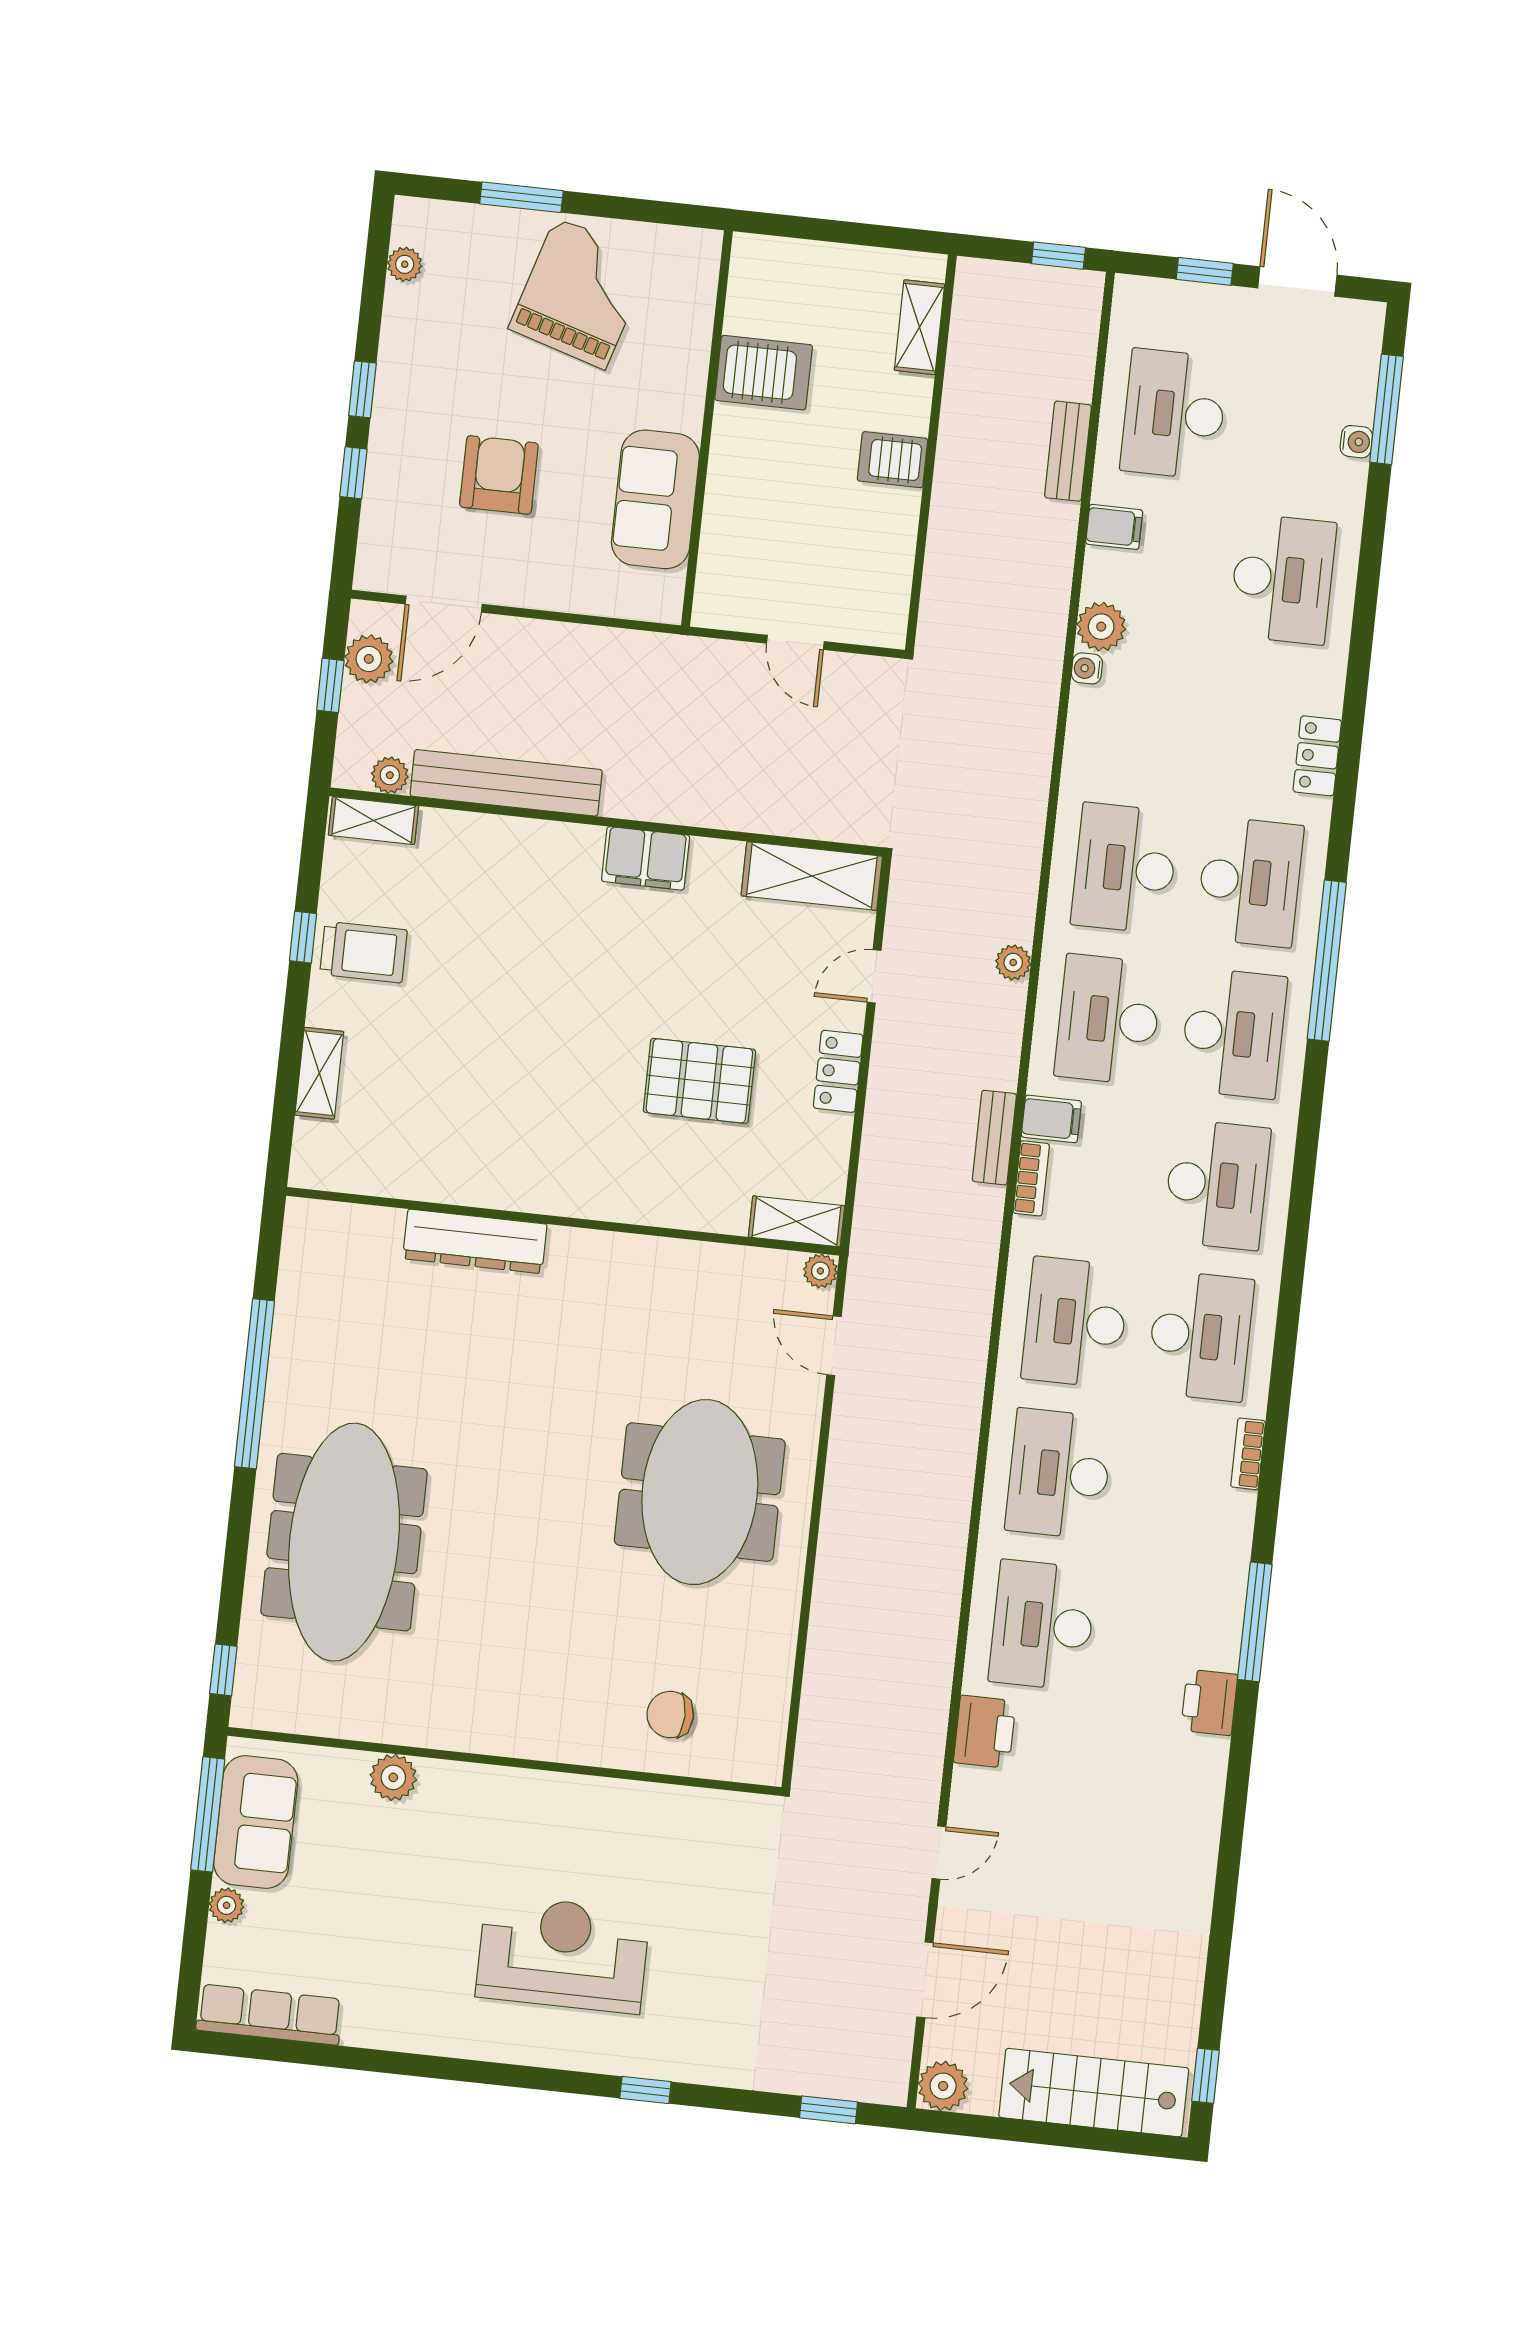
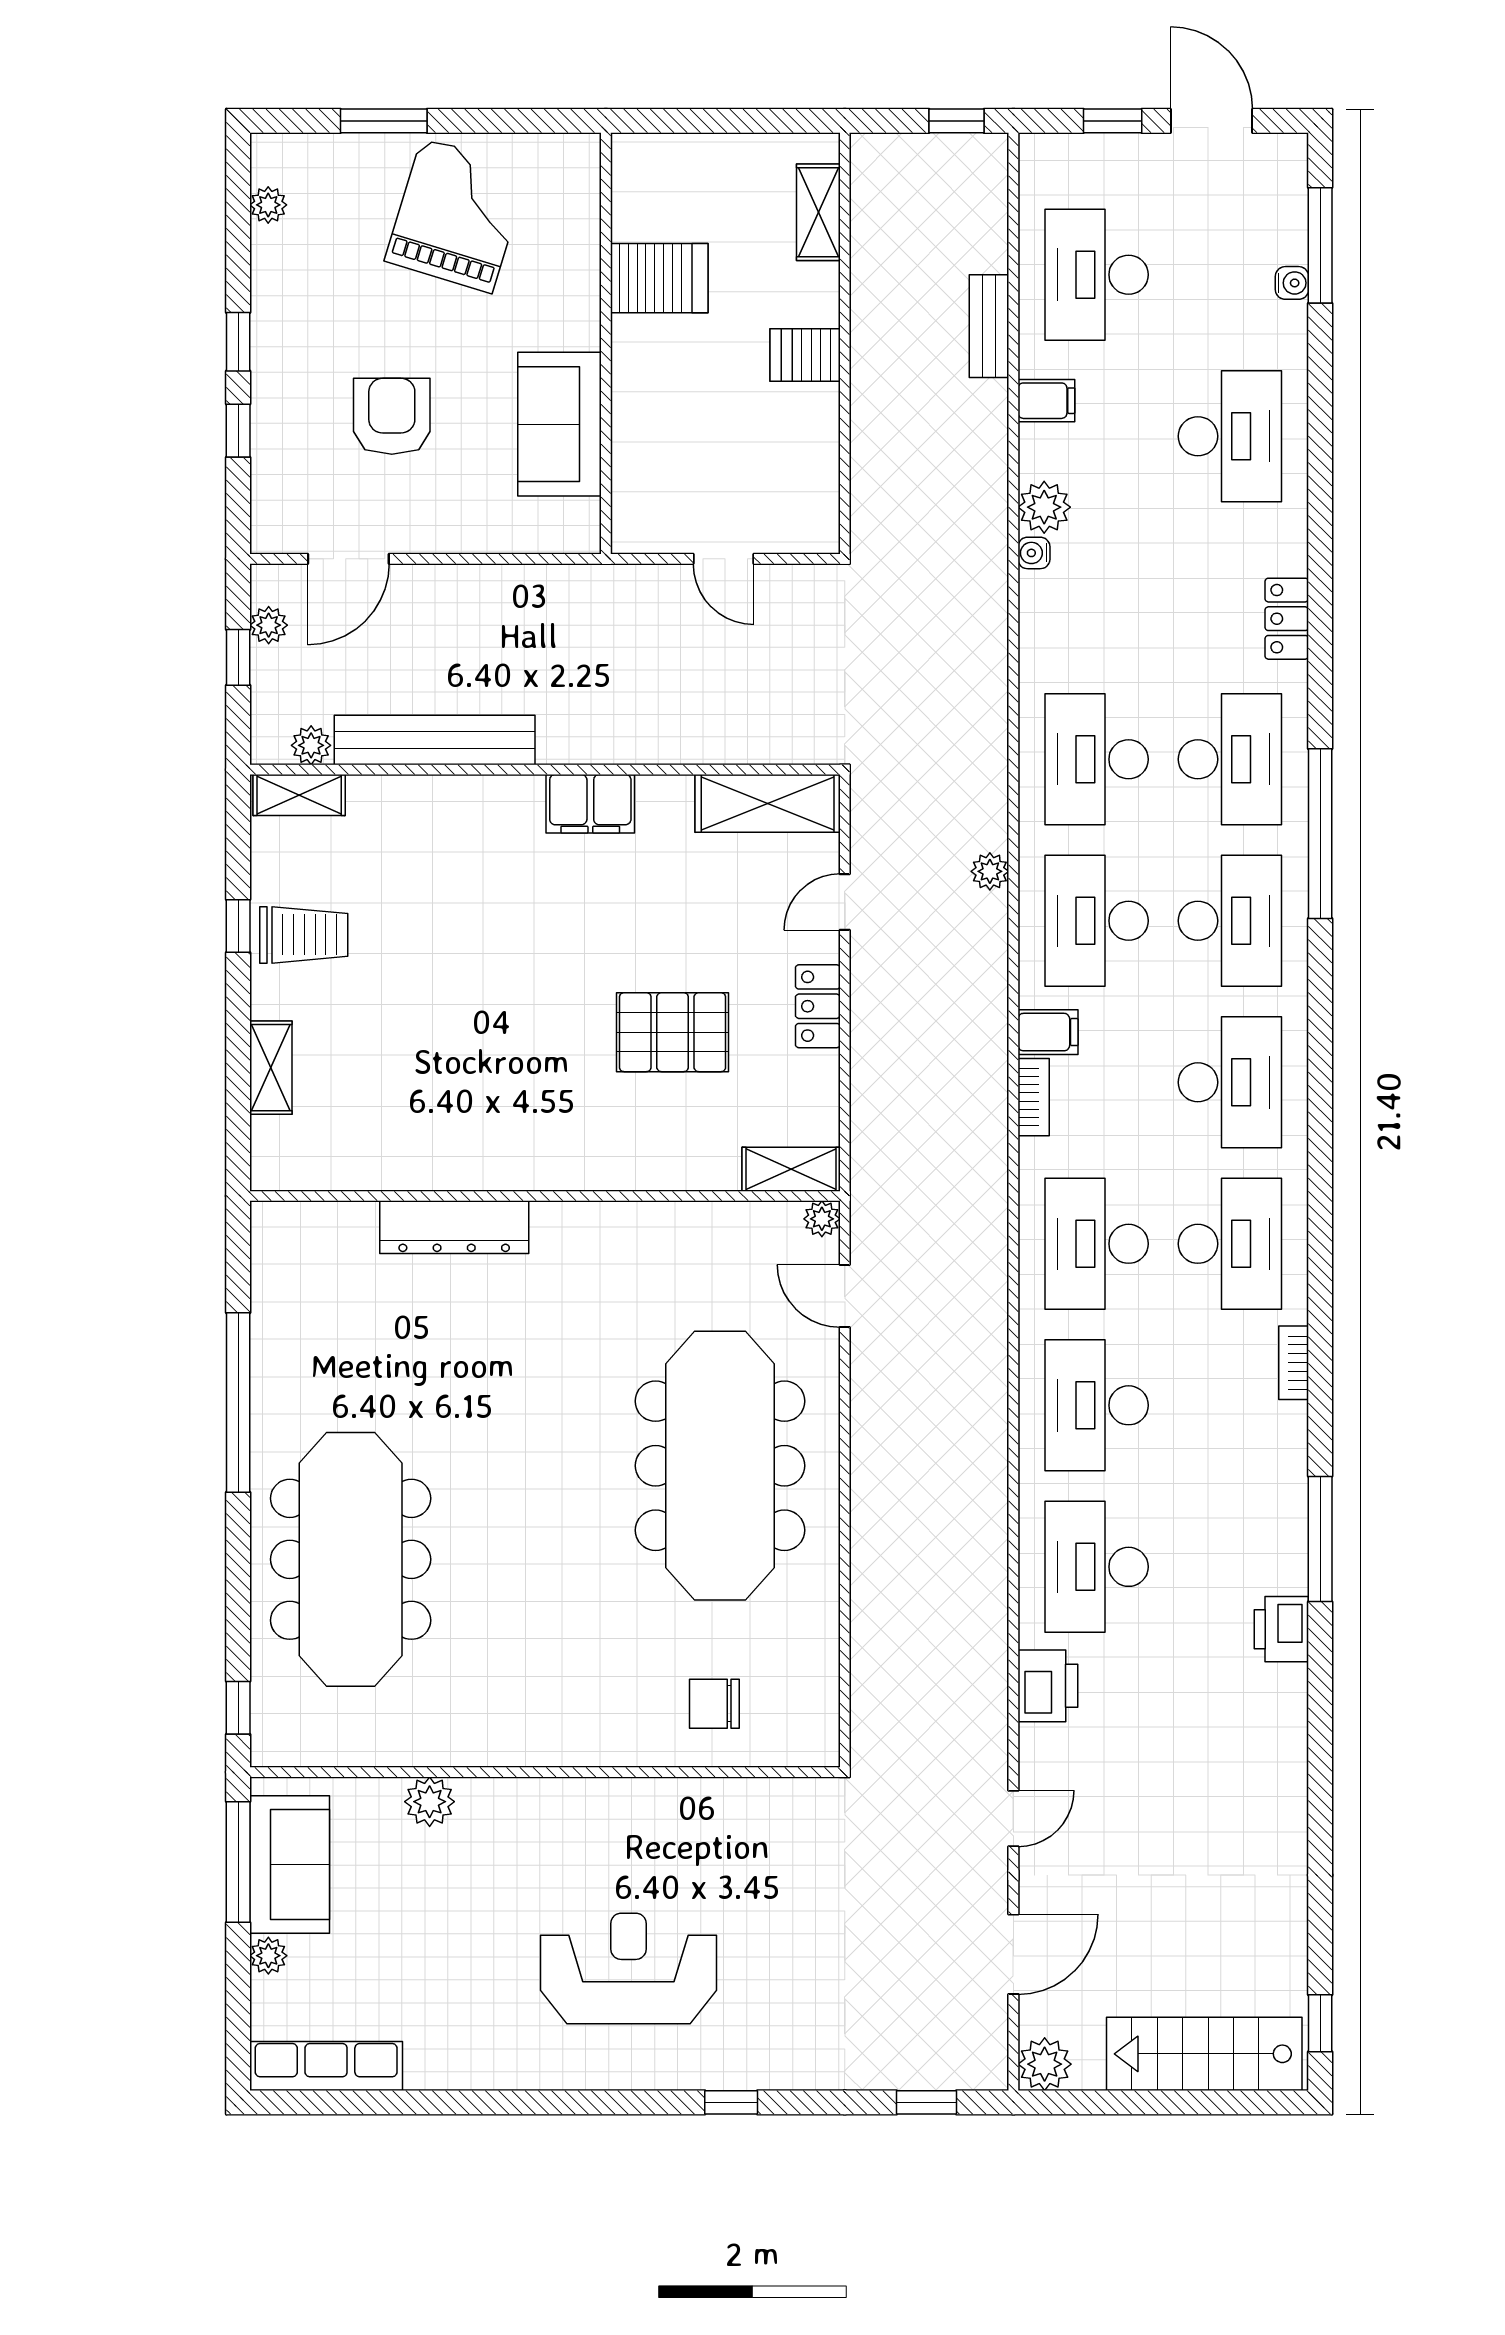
plant: (369, 659) -> (269, 625), width x0.73, depth x0.73
bench: (994, 1138) -> (990, 1058), removed
meeting table: (700, 1492) -> (720, 1466), width x1.36

